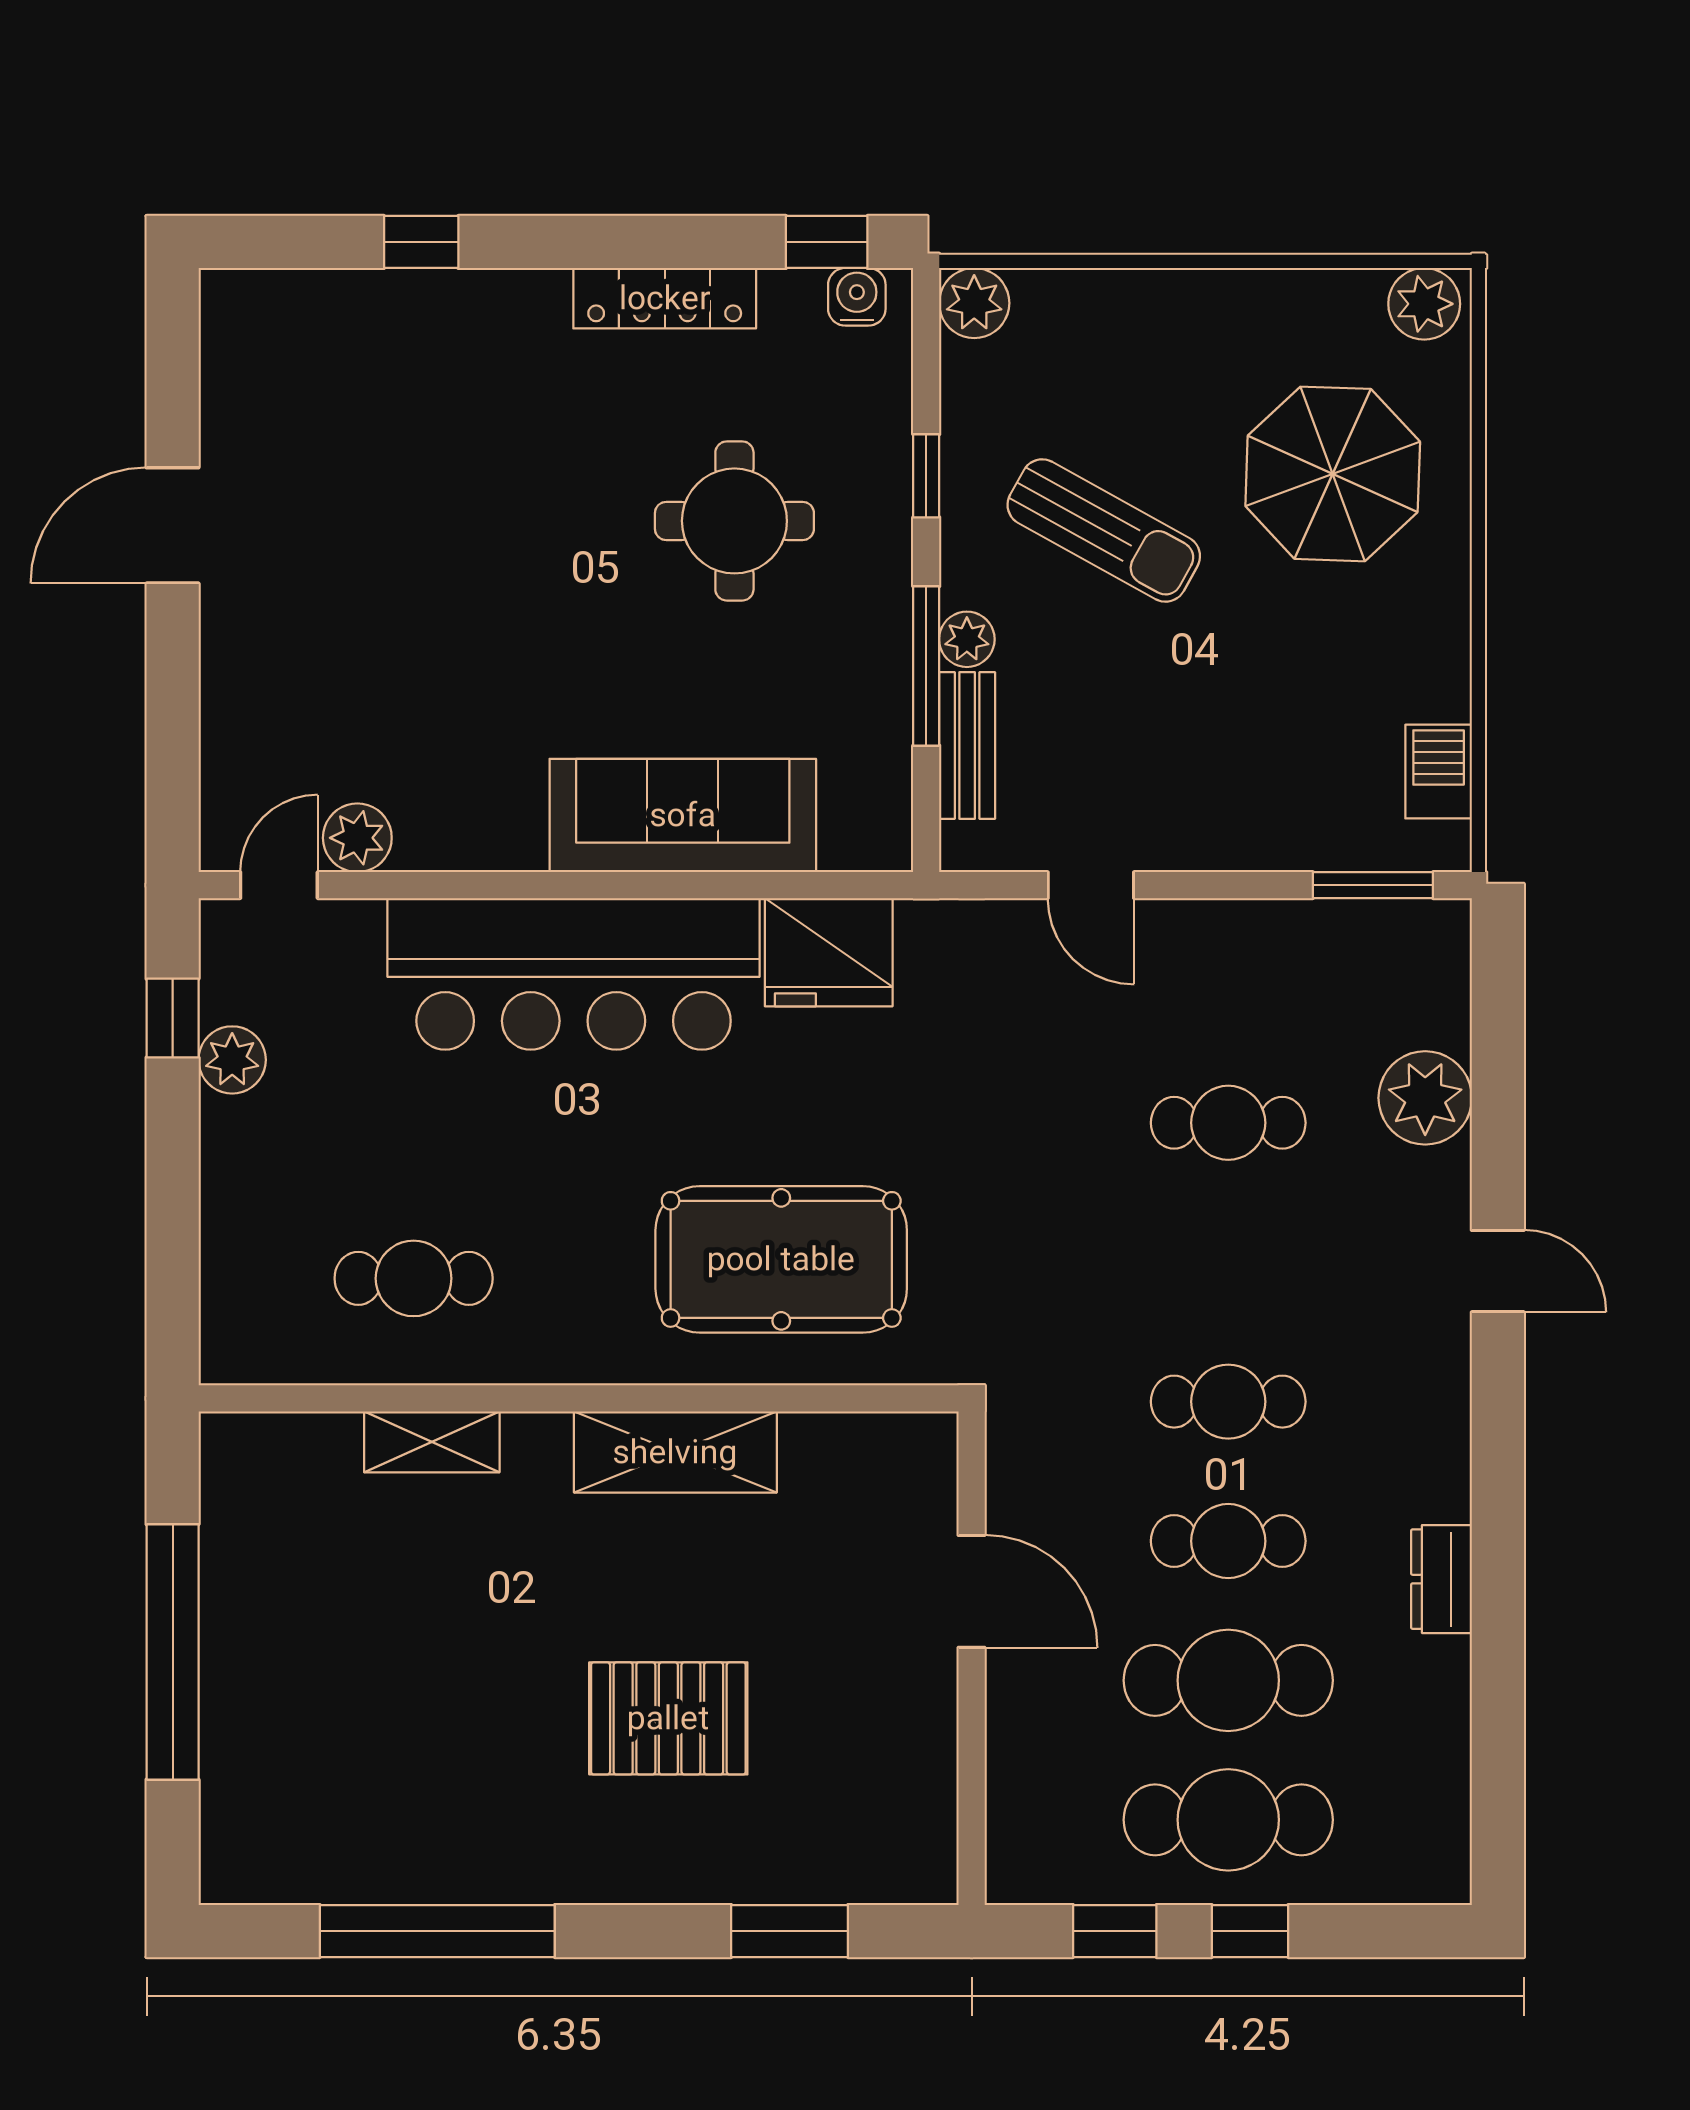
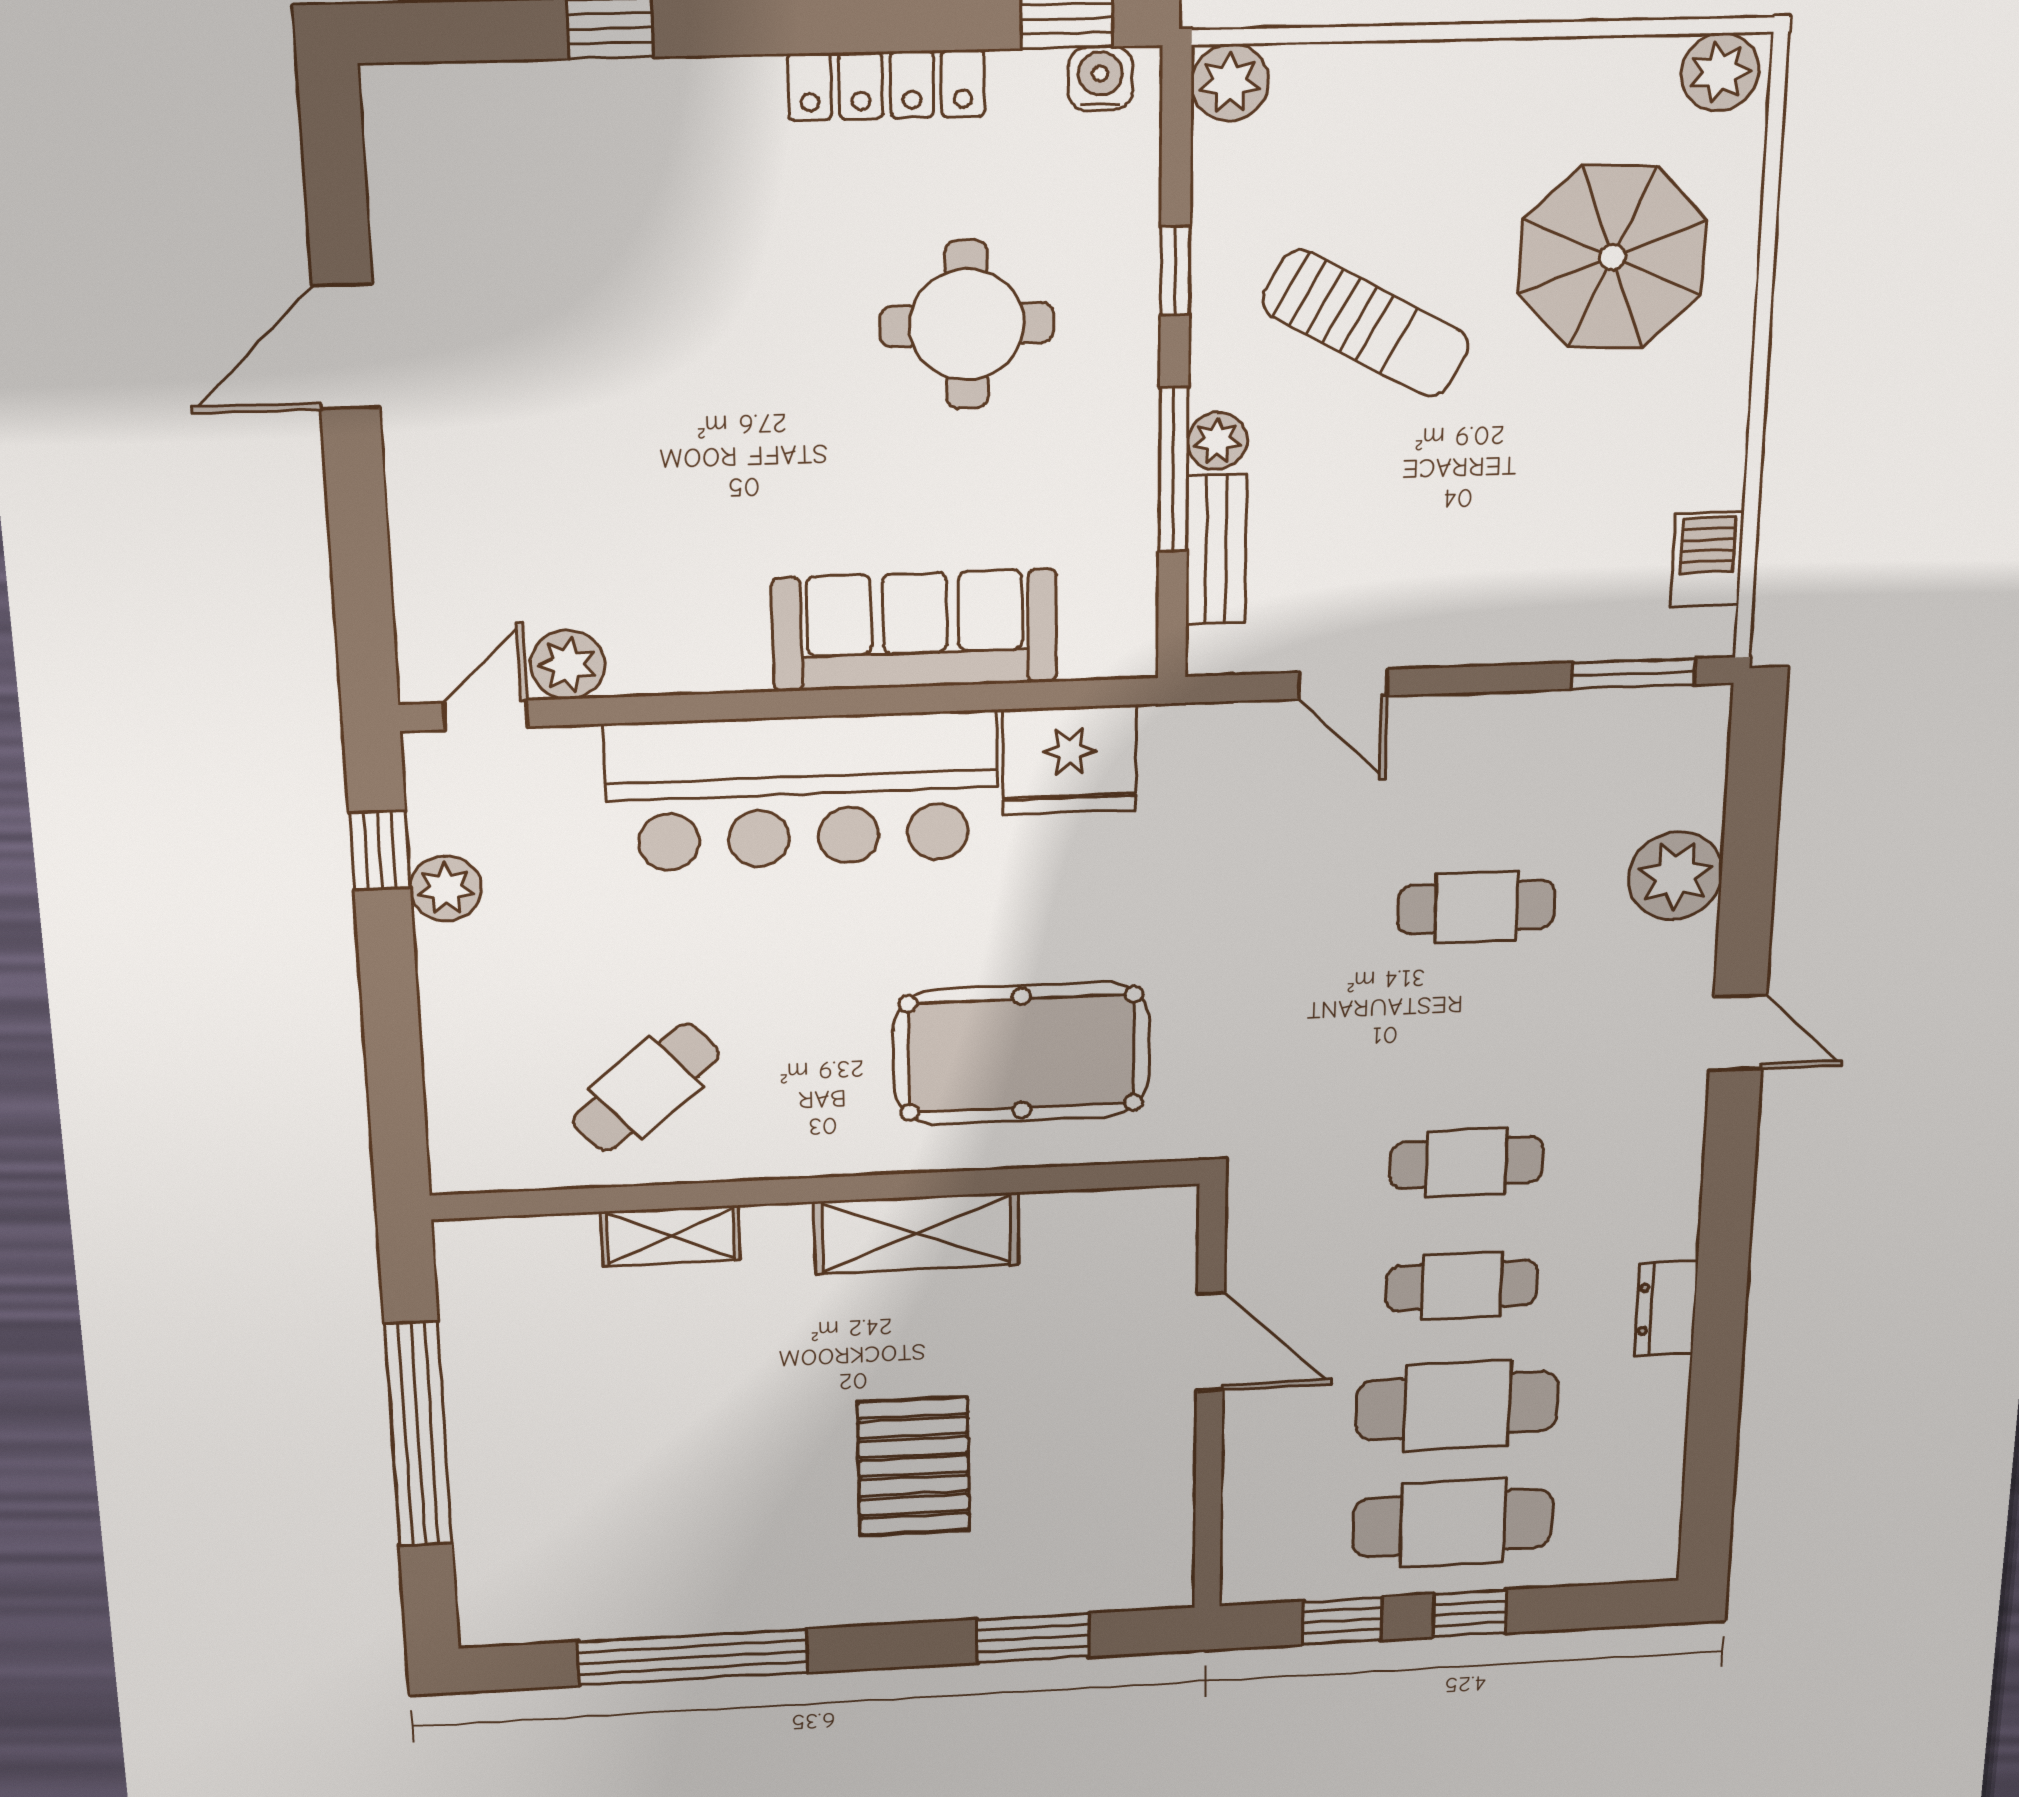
cafe table: (414, 1278) -> (646, 1087), turned -41
pallet: (668, 1718) -> (914, 1466), turned 90

